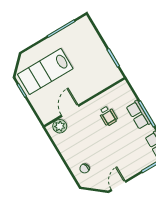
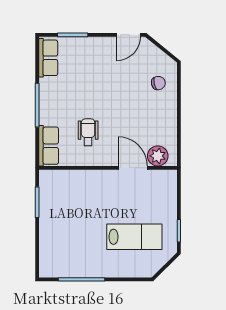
lab bench: (45, 71) -> (134, 237), width x0.73, depth x0.72
door: (70, 111) -> (133, 168), swing flipped
row of seats: (138, 115) -> (49, 146), moved

